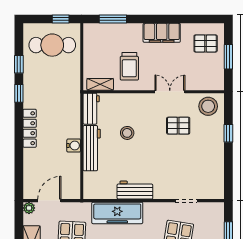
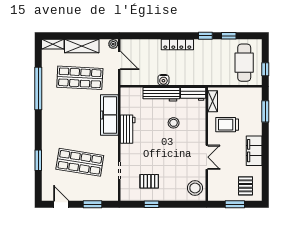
pallet: (178, 126) -> (149, 181), moved, turned 90
window: (228, 133) -> (152, 204), moved

